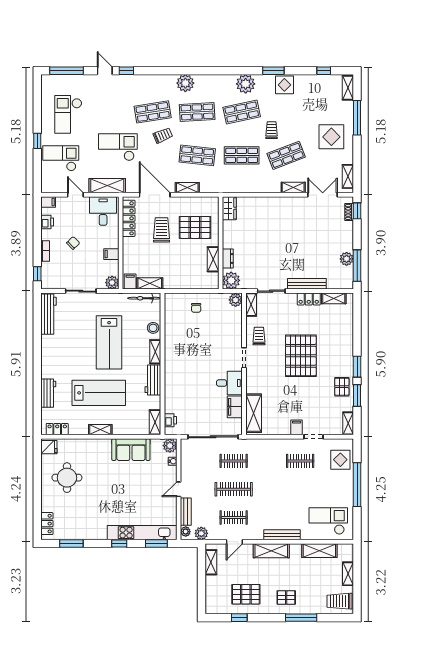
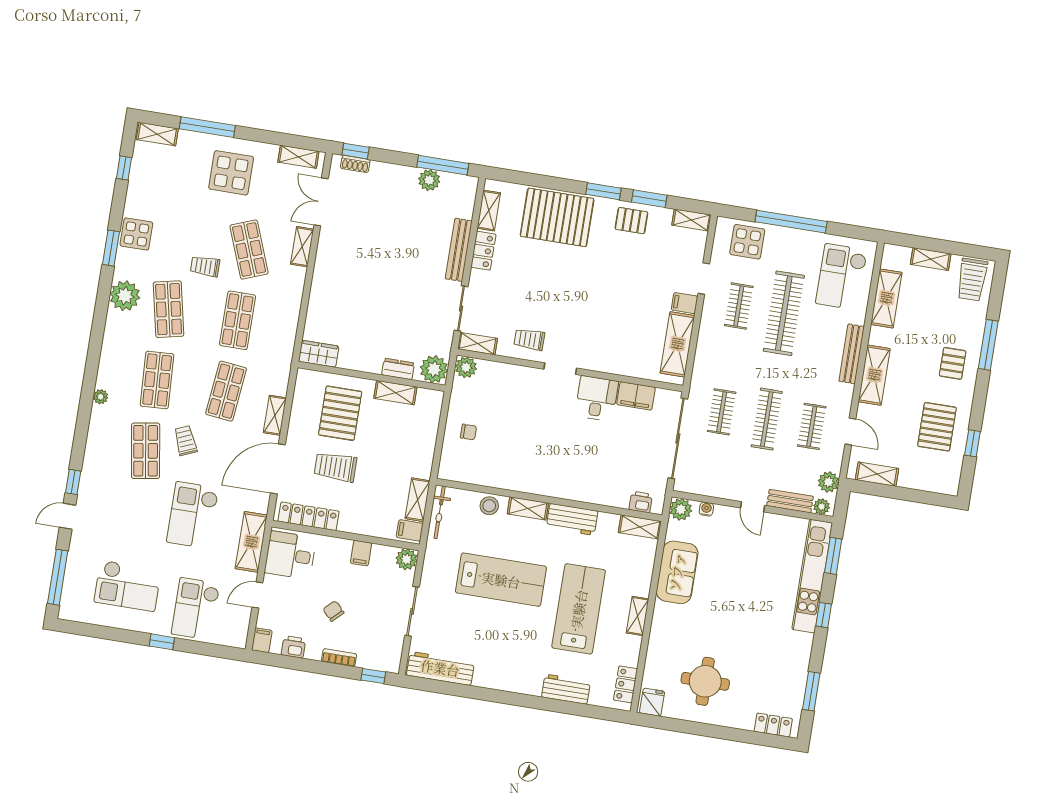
plant: (185, 83) -> (101, 397), width x0.53, depth x0.53
pallet: (301, 356) -> (557, 217), moved
shelving: (254, 413) -> (677, 344), moved, turned 90
clothes rail: (300, 489) -> (784, 313), added

